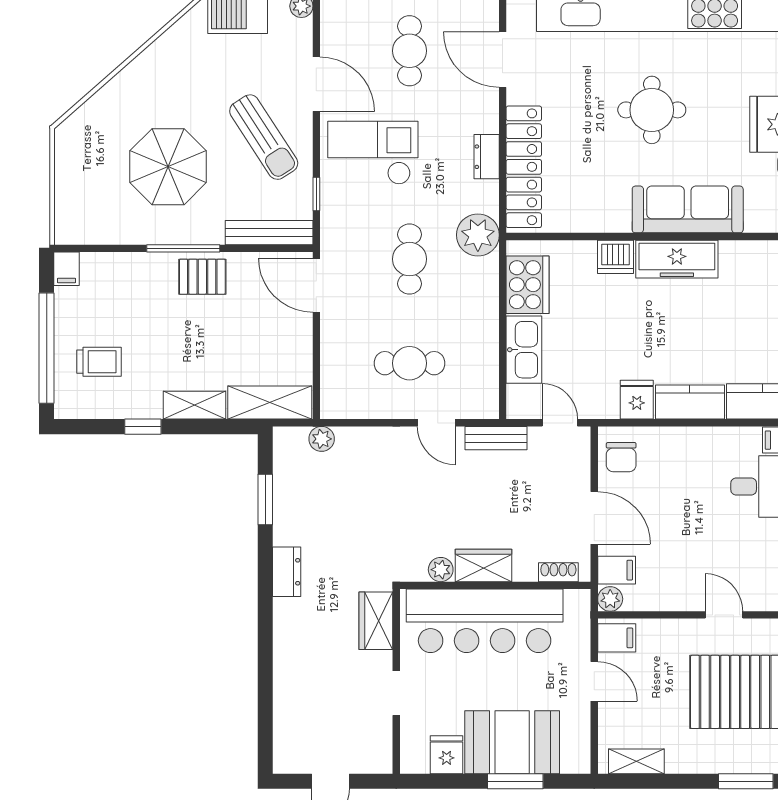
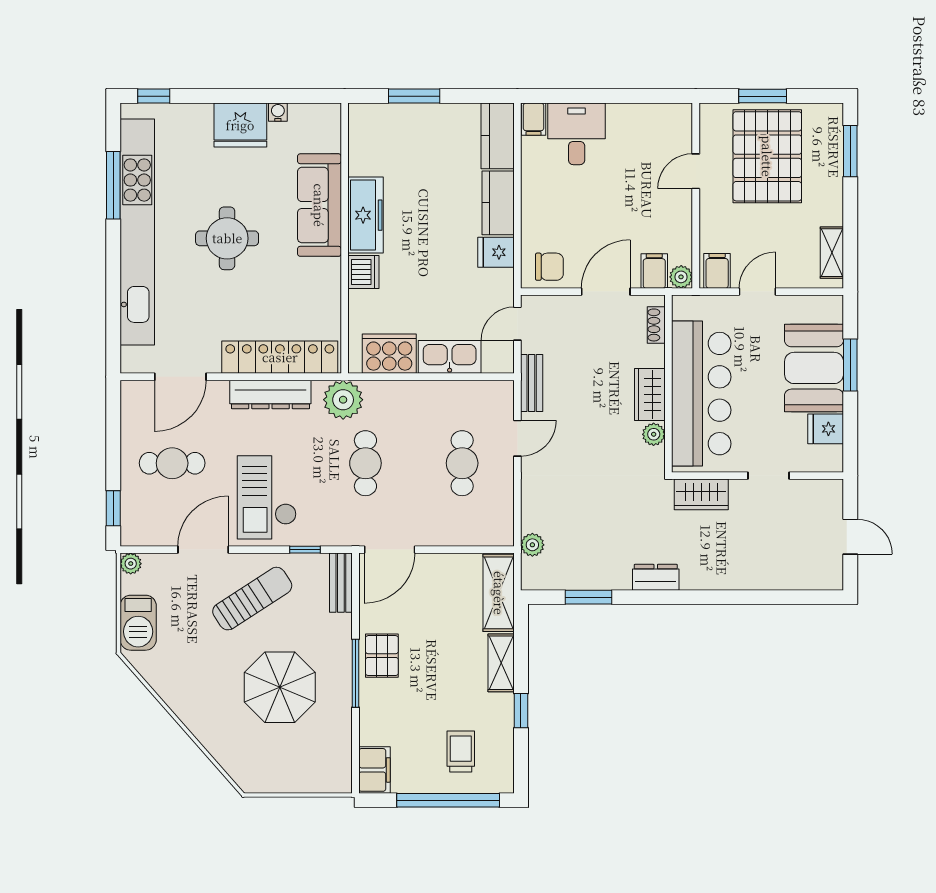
dresser: (487, 157) -> (270, 395), width x1.96, depth x1.24
bench: (269, 233) -> (341, 583), width x0.73
cafe table: (410, 259) -> (365, 463), turned 90
filing cabinet: (67, 269) -> (374, 770), width x2.00

